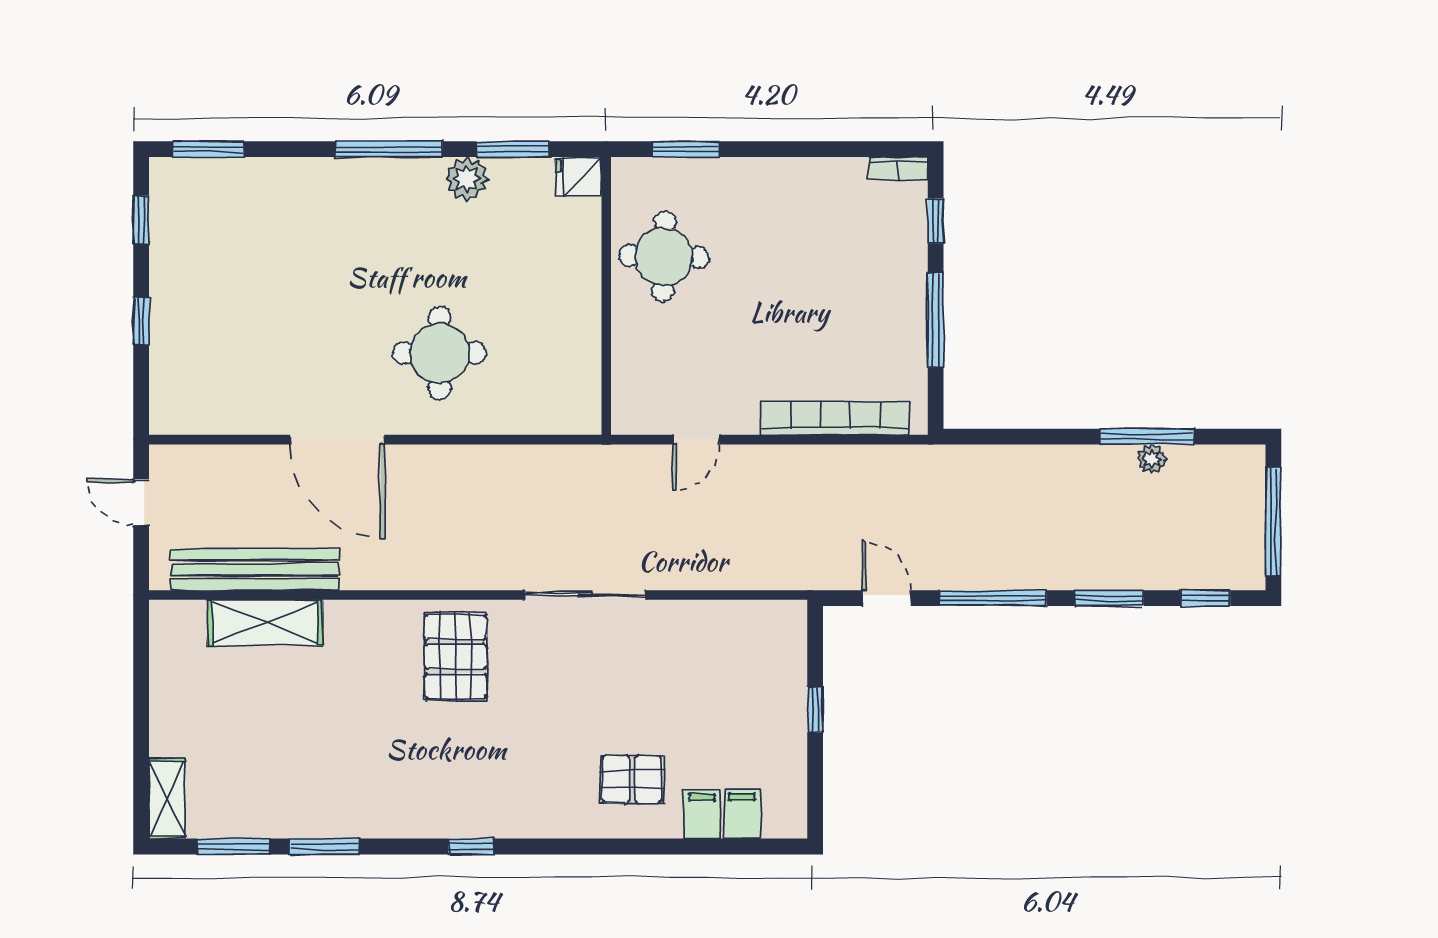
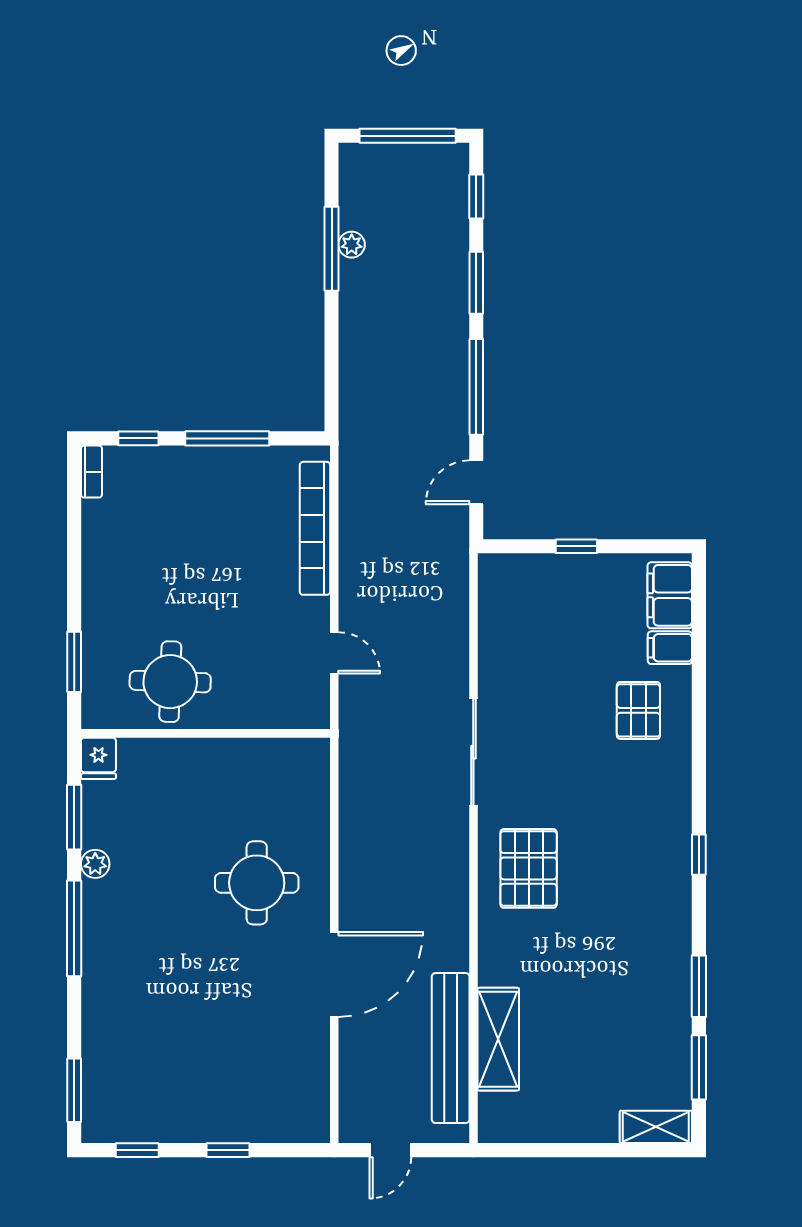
plant: (467, 179) -> (95, 864), width x0.73, depth x0.73
pallet: (456, 656) -> (529, 868), turned 90
filing cabinet: (742, 814) -> (670, 595), width x2.00

